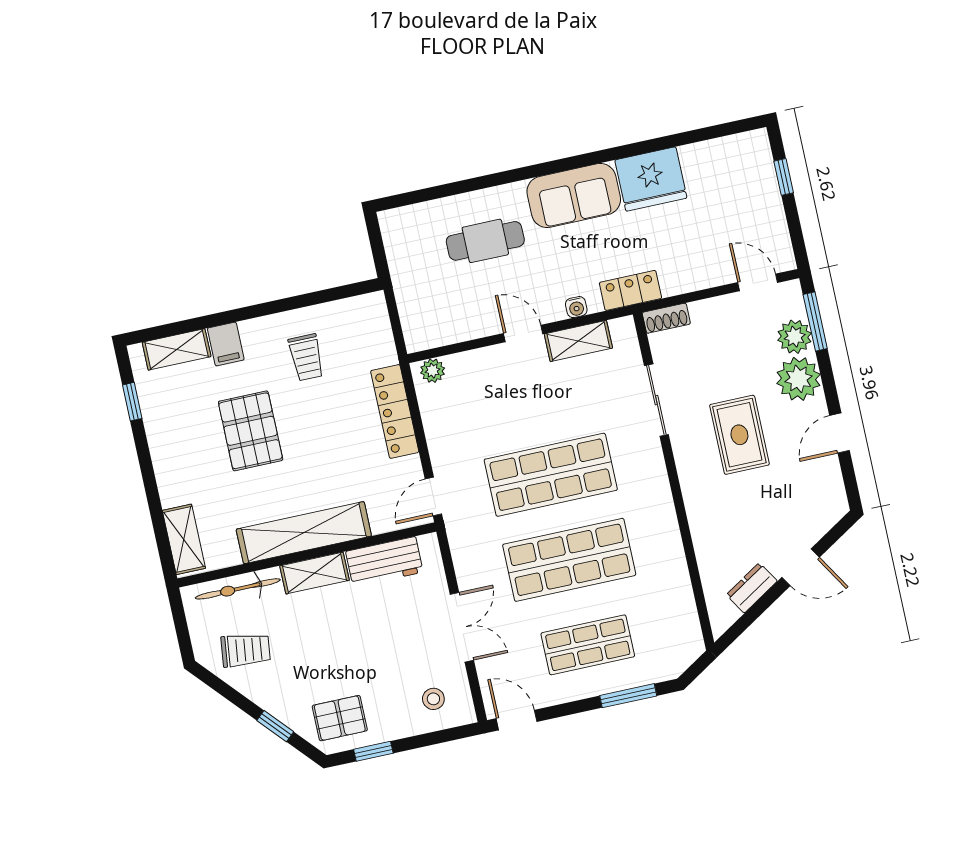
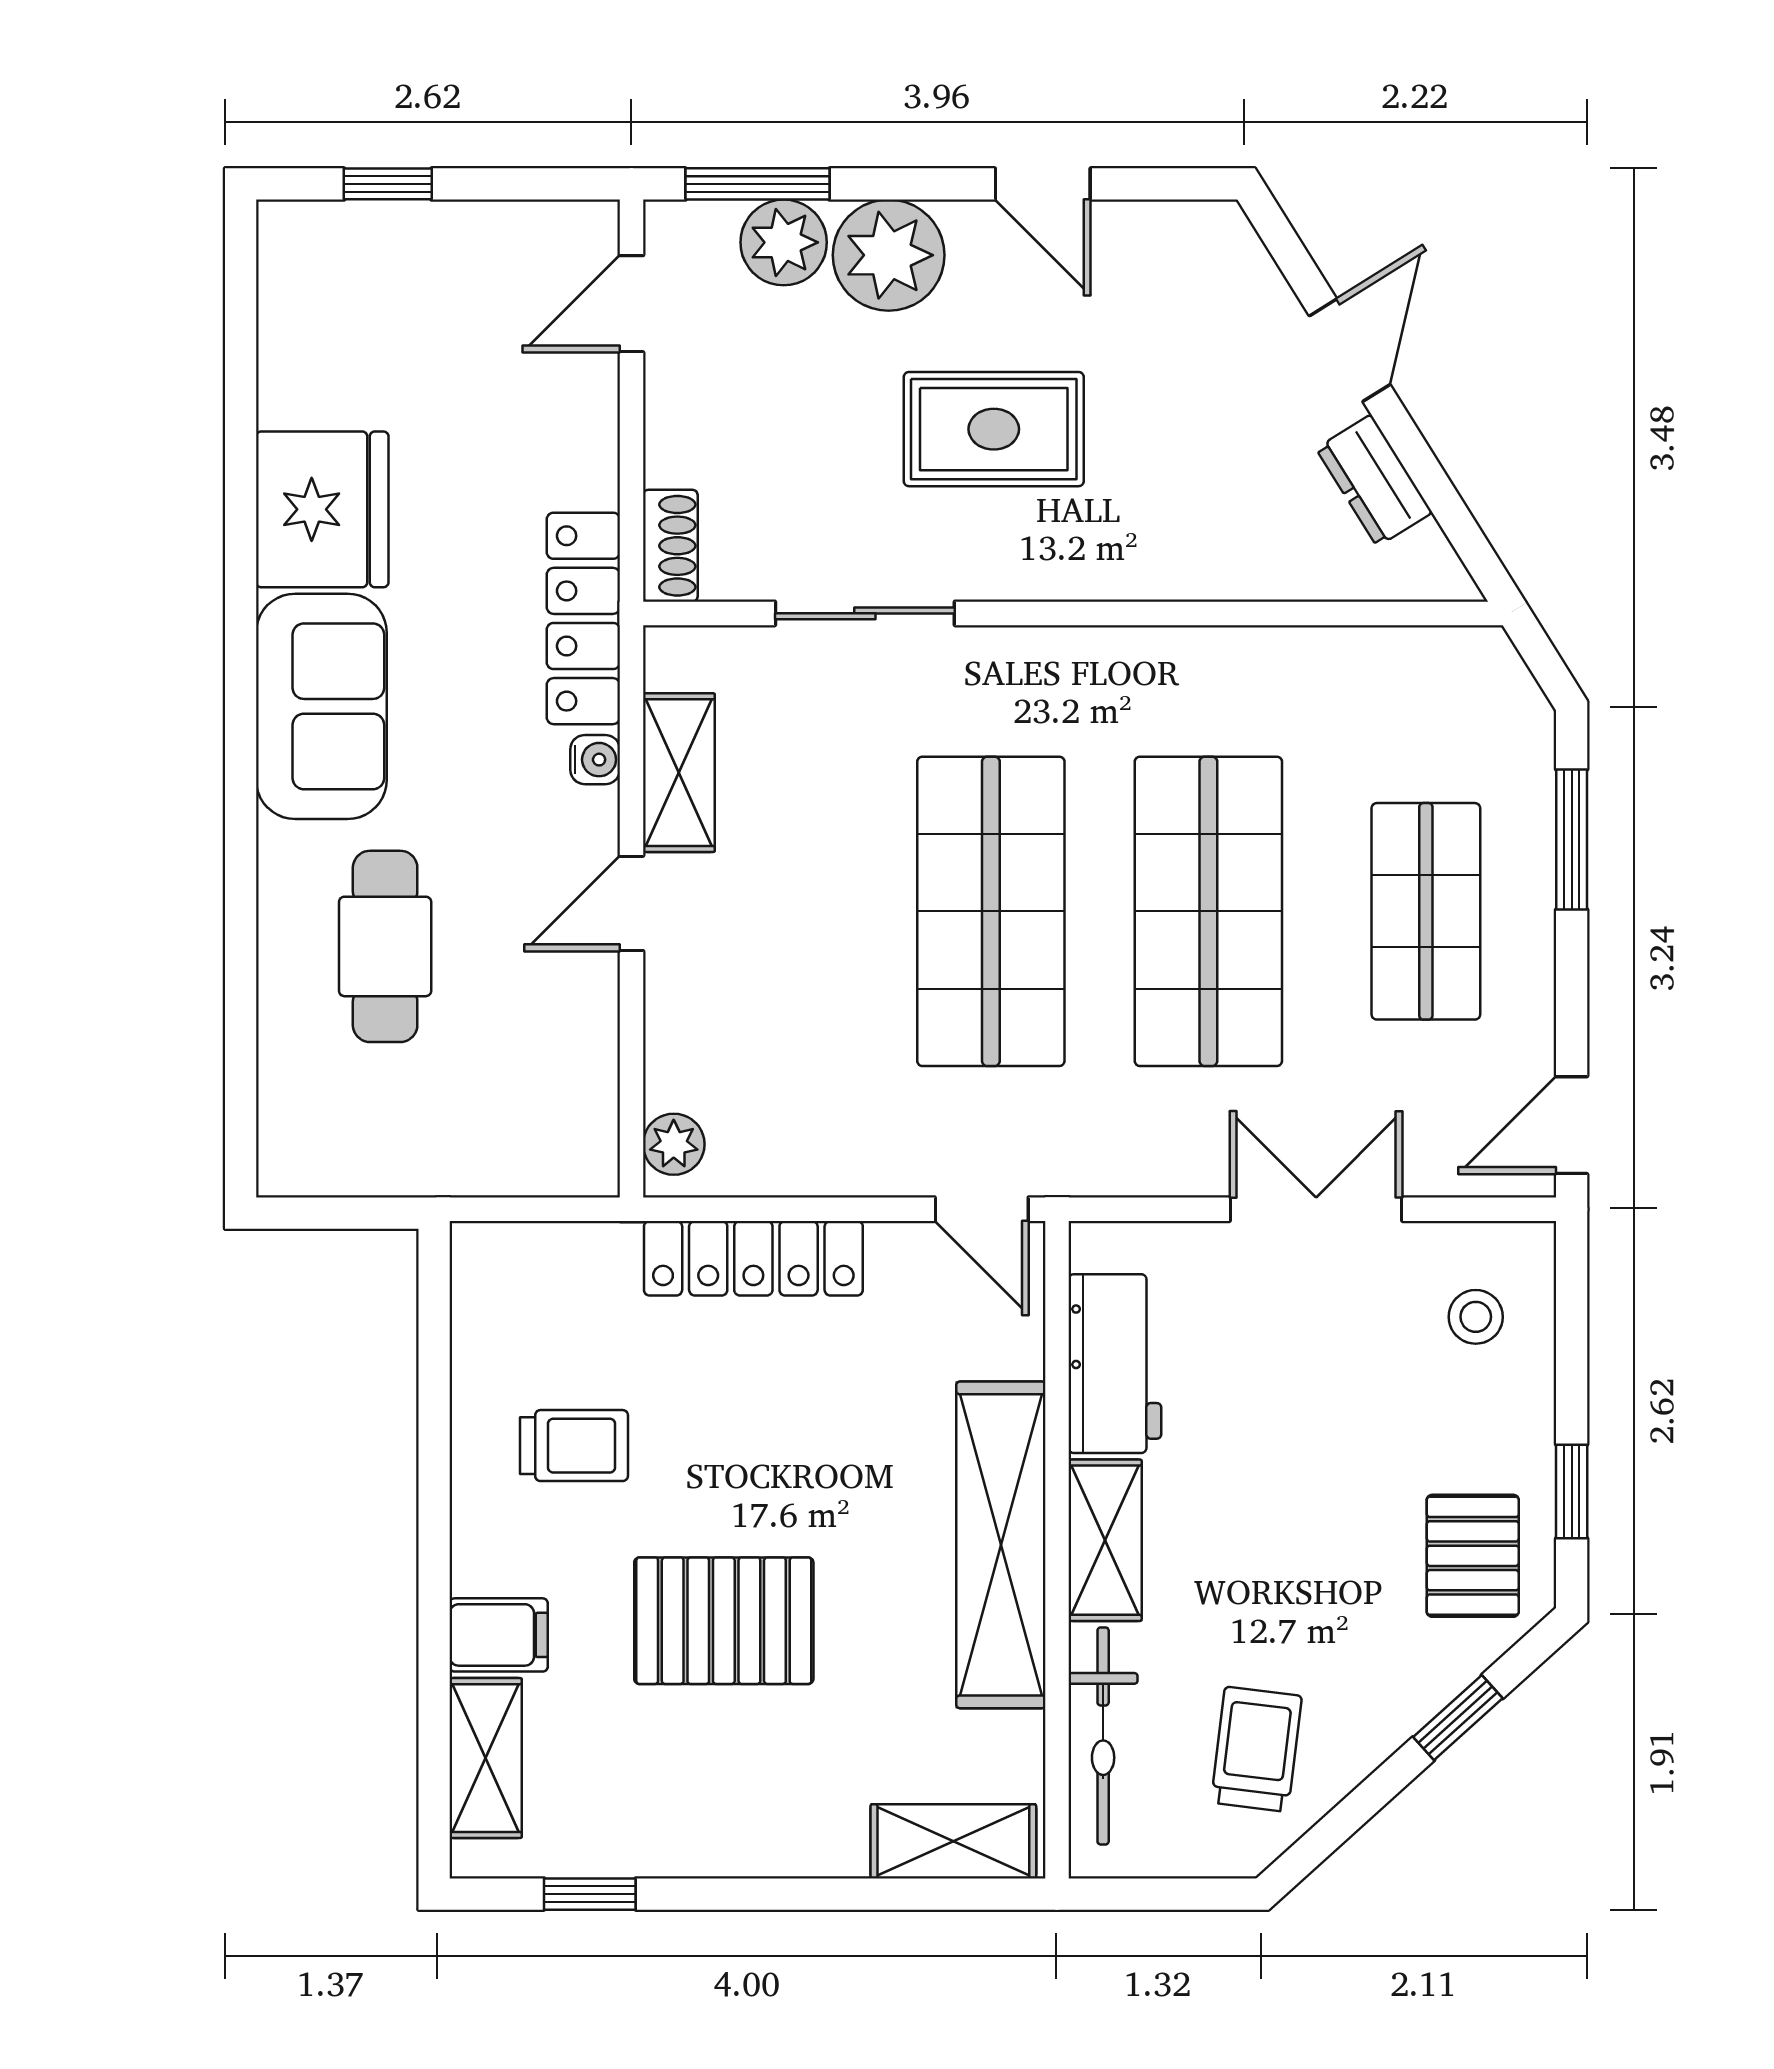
locker: (630, 290) -> (583, 618), width x1.53

